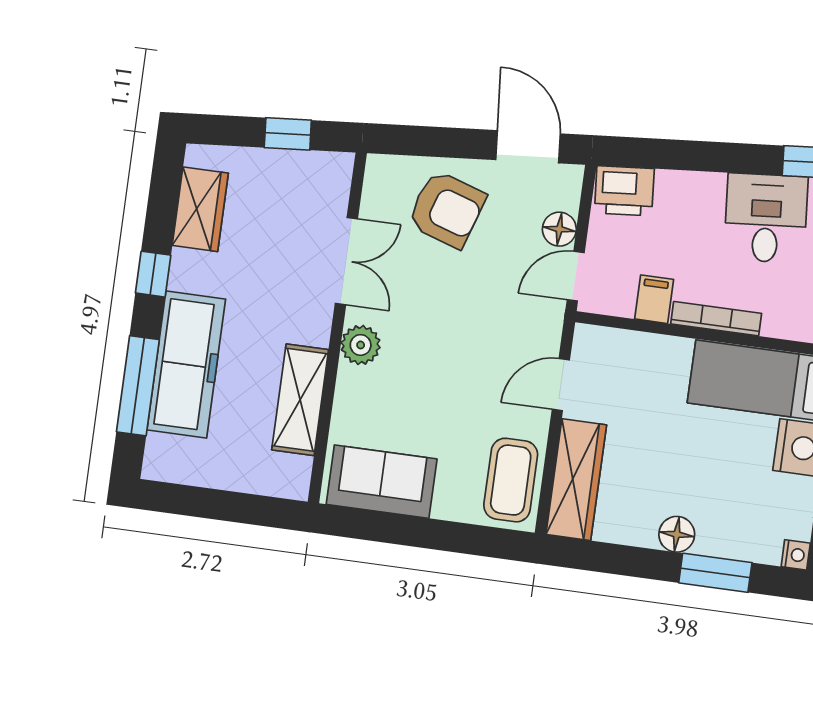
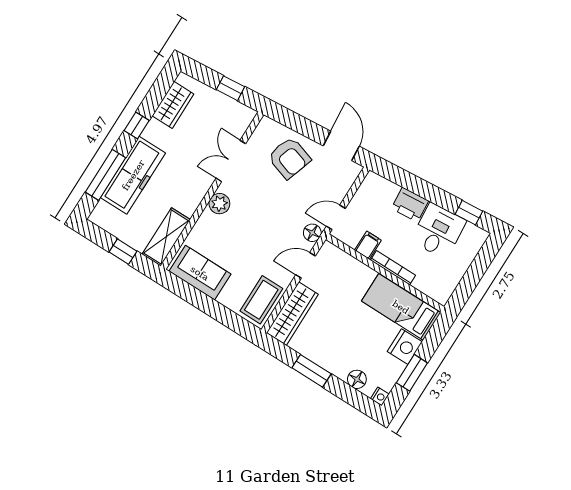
printer: (624, 191) -> (410, 205), moved
floor lamp: (559, 229) -> (312, 233), moved
double door: (346, 261) -> (231, 161), swing flipped
shelving: (300, 400) -> (166, 237), moved
window: (230, 506) -> (123, 252), added
floor lamp: (677, 534) -> (357, 379), moved
window: (715, 573) -> (311, 371), moved

